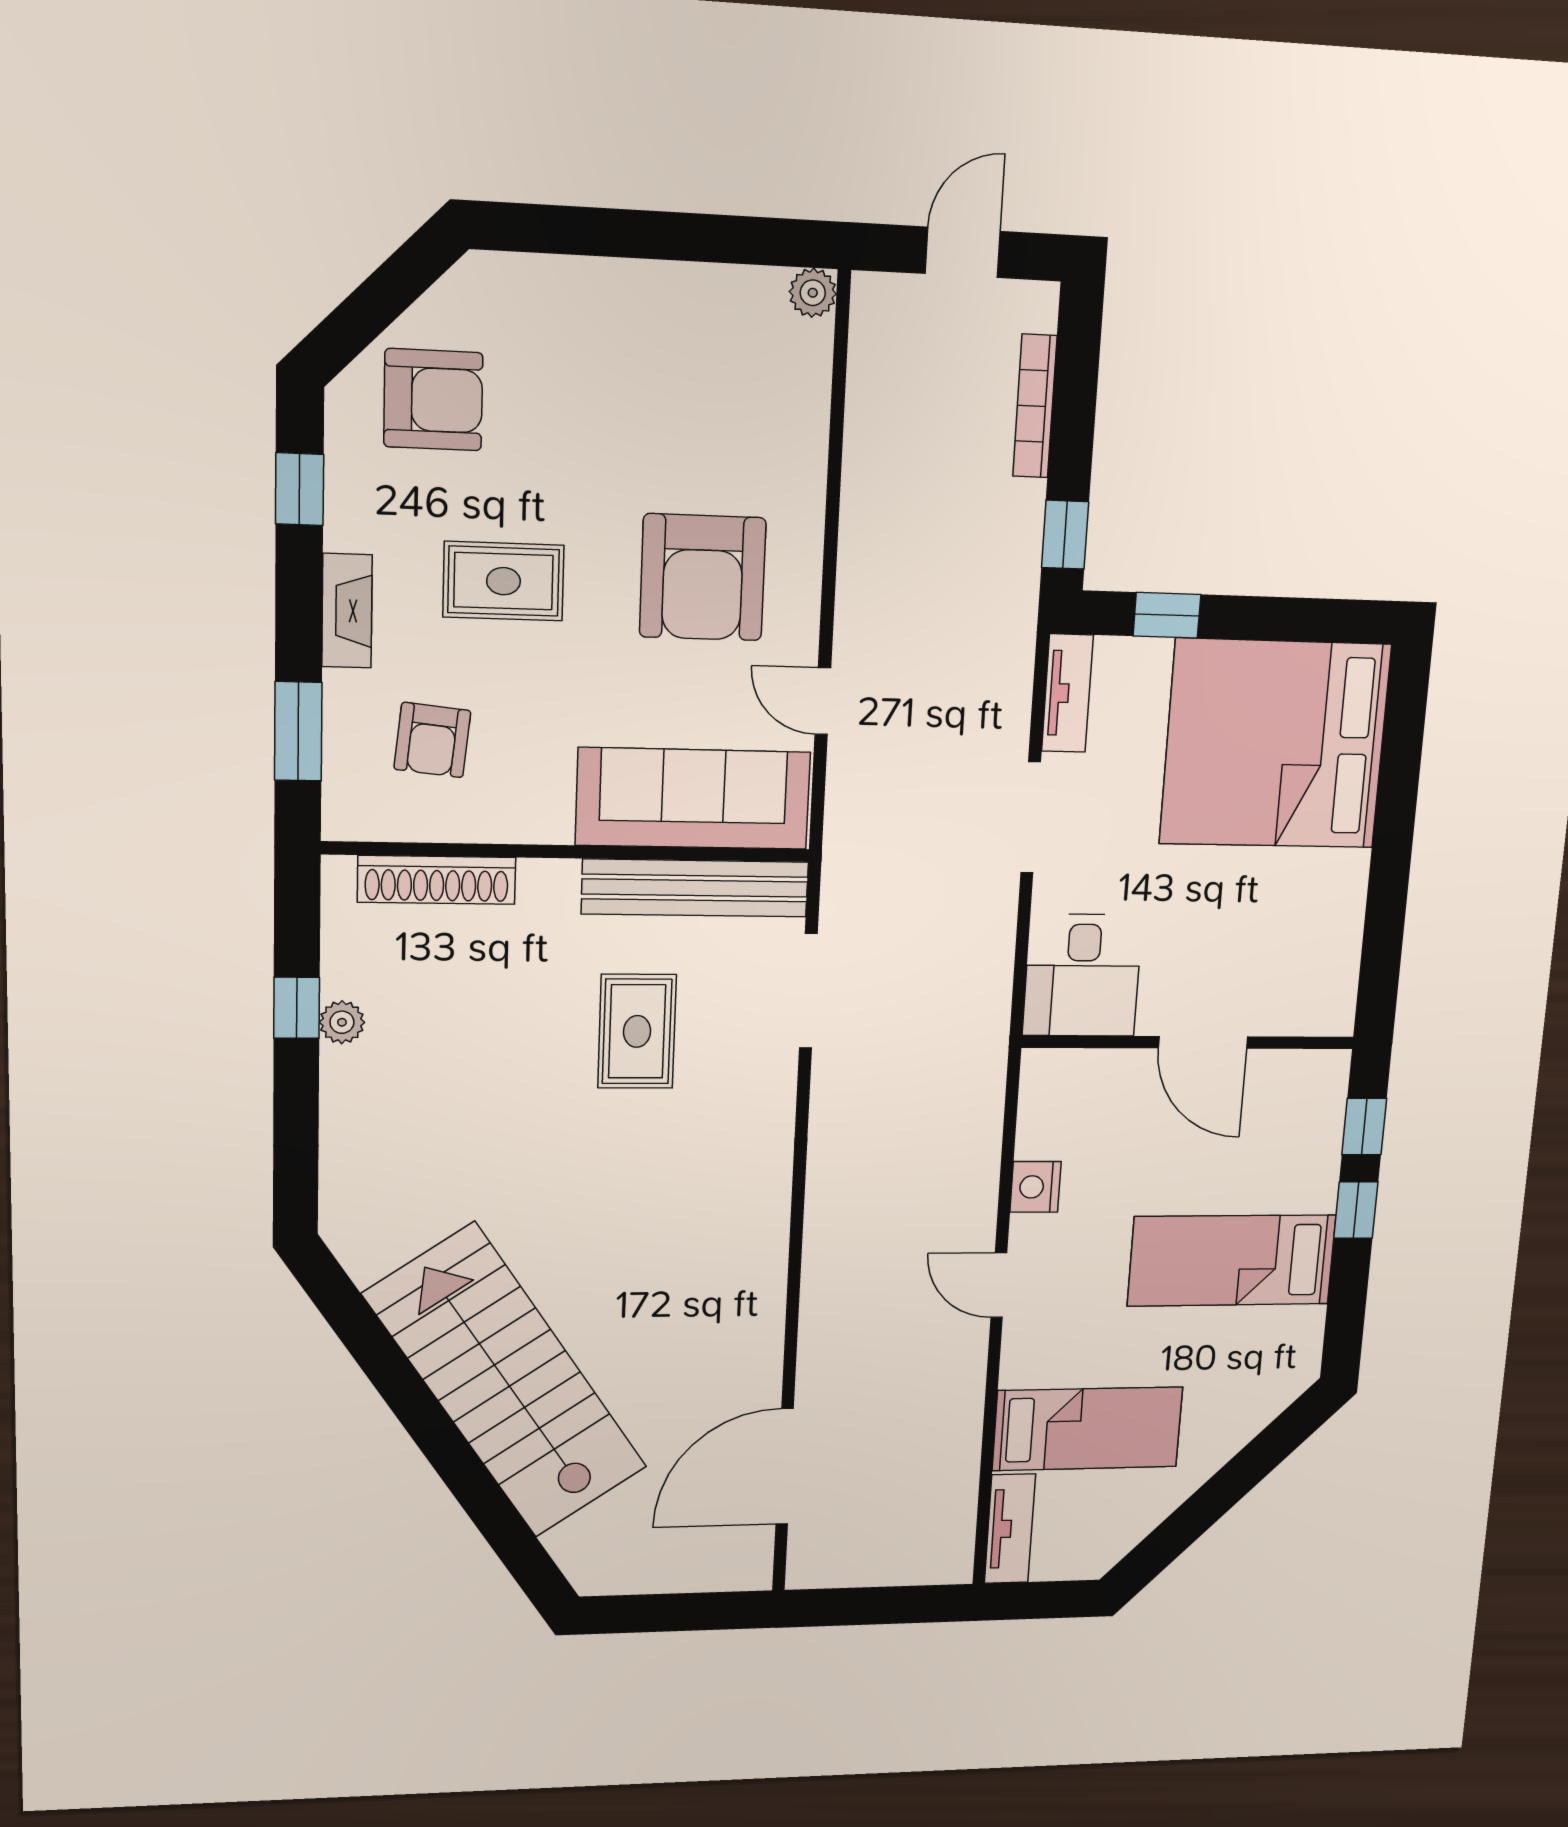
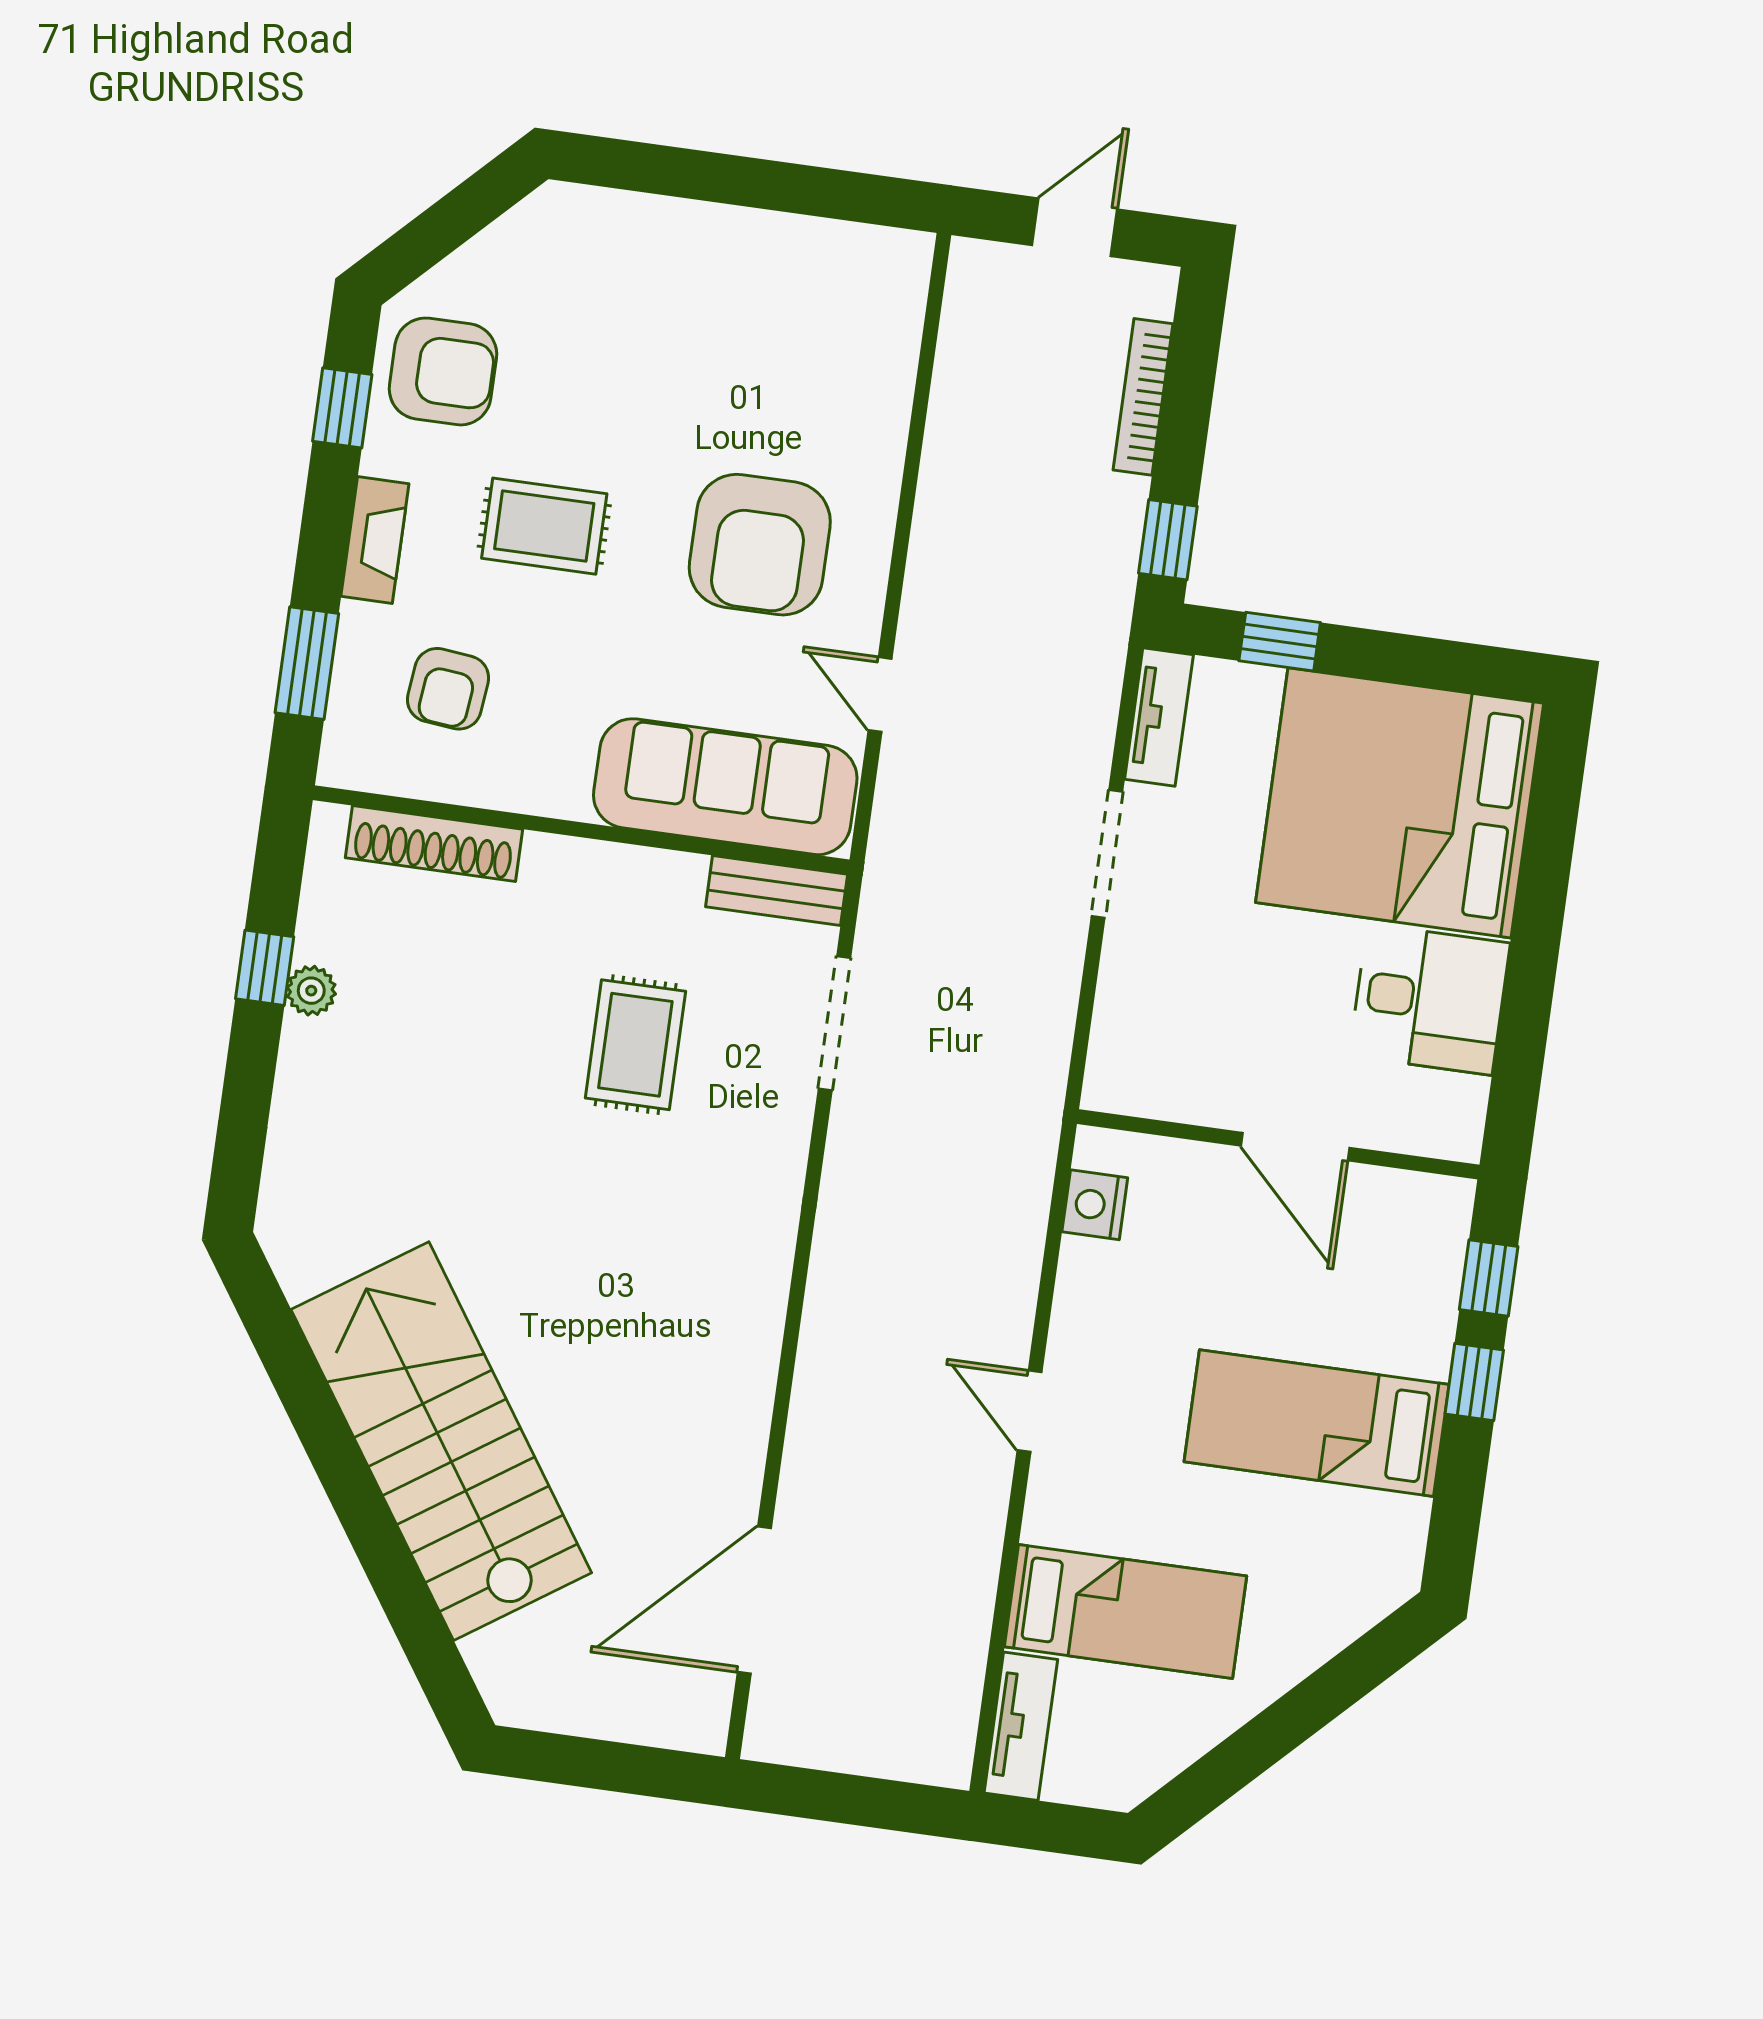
plant: (813, 293) -> (908, 255), removed
armchair: (433, 400) -> (443, 371), moved
bench: (695, 888) -> (777, 891), width x0.54, depth x0.82
desk: (1082, 975) -> (1429, 999), moved, turned -90
nightstand: (1035, 1187) -> (1095, 1205), moved

